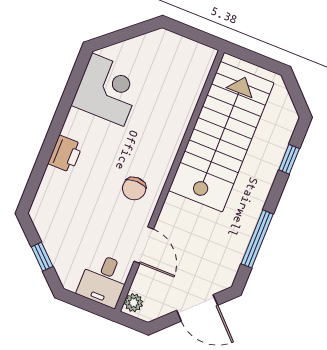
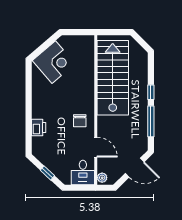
corner desk: (108, 90) -> (54, 62), moved, turned 49
printer: (65, 154) -> (39, 127), moved
window: (289, 159) -> (151, 92), moved

